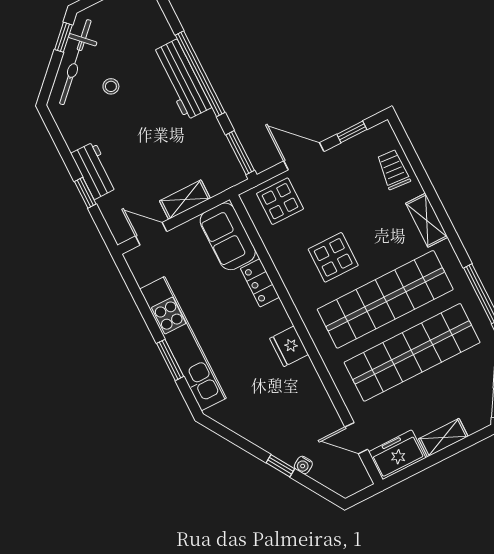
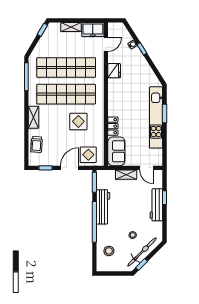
stool: (142, 31) -> (109, 251), added
workbench: (182, 80) -> (103, 207), moved
door: (304, 156) -> (70, 168), swing flipped
workbench: (94, 170) -> (156, 205), width x1.38
fridge: (289, 346) -> (114, 71), moved
door: (356, 438) -> (106, 44), hinge flipped

